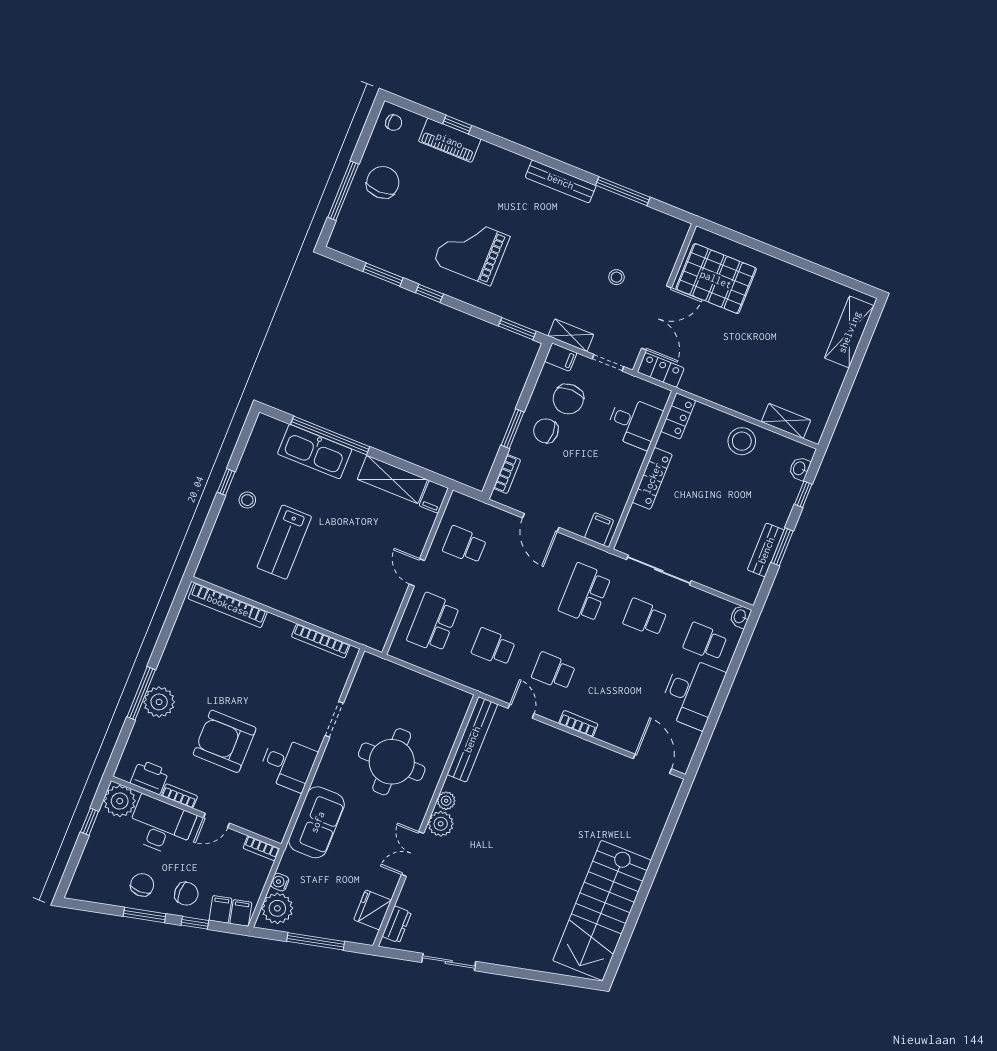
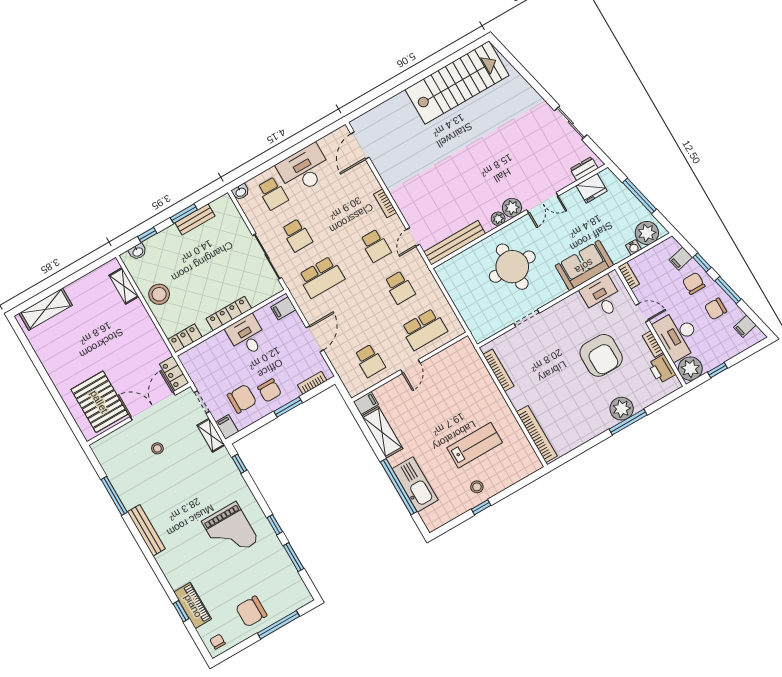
window: (517, 329) -> (239, 464), width x0.67
desk: (634, 422) -> (247, 336), moved
desk: (288, 764) -> (602, 297), moved
filing cabinet: (241, 913) -> (745, 326), moved

